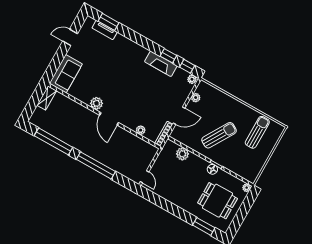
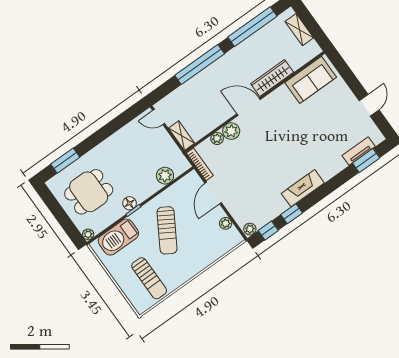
fireplace: (161, 64) -> (303, 188), moved
sofa: (66, 74) -> (311, 80), moved, turned -90
shelving: (47, 98) -> (299, 30), moved
plant: (97, 103) -> (231, 131), moved
wardrobe: (82, 112) -> (272, 78), added
shelving: (150, 155) -> (182, 136), added
barbecue: (239, 166) -> (118, 237), added

